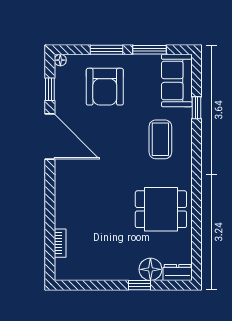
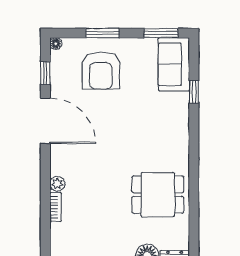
window: (150, 50) -> (161, 33), moved
coffee table: (160, 139) -> (157, 124), removed
plant: (62, 198) -> (57, 184), added
bookcase: (60, 243) -> (56, 207), moved

